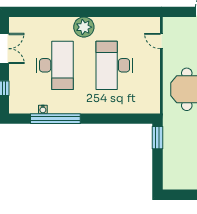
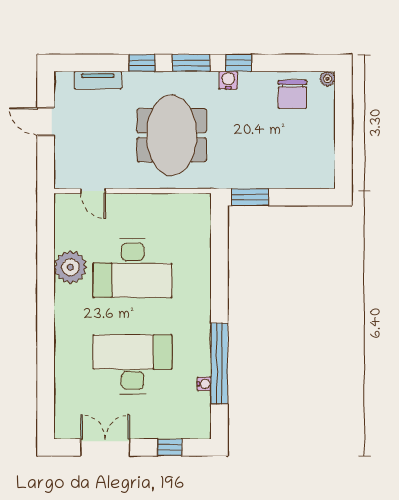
plant: (84, 27) -> (70, 267), moved
door: (161, 41) -> (93, 191), hinge flipped

